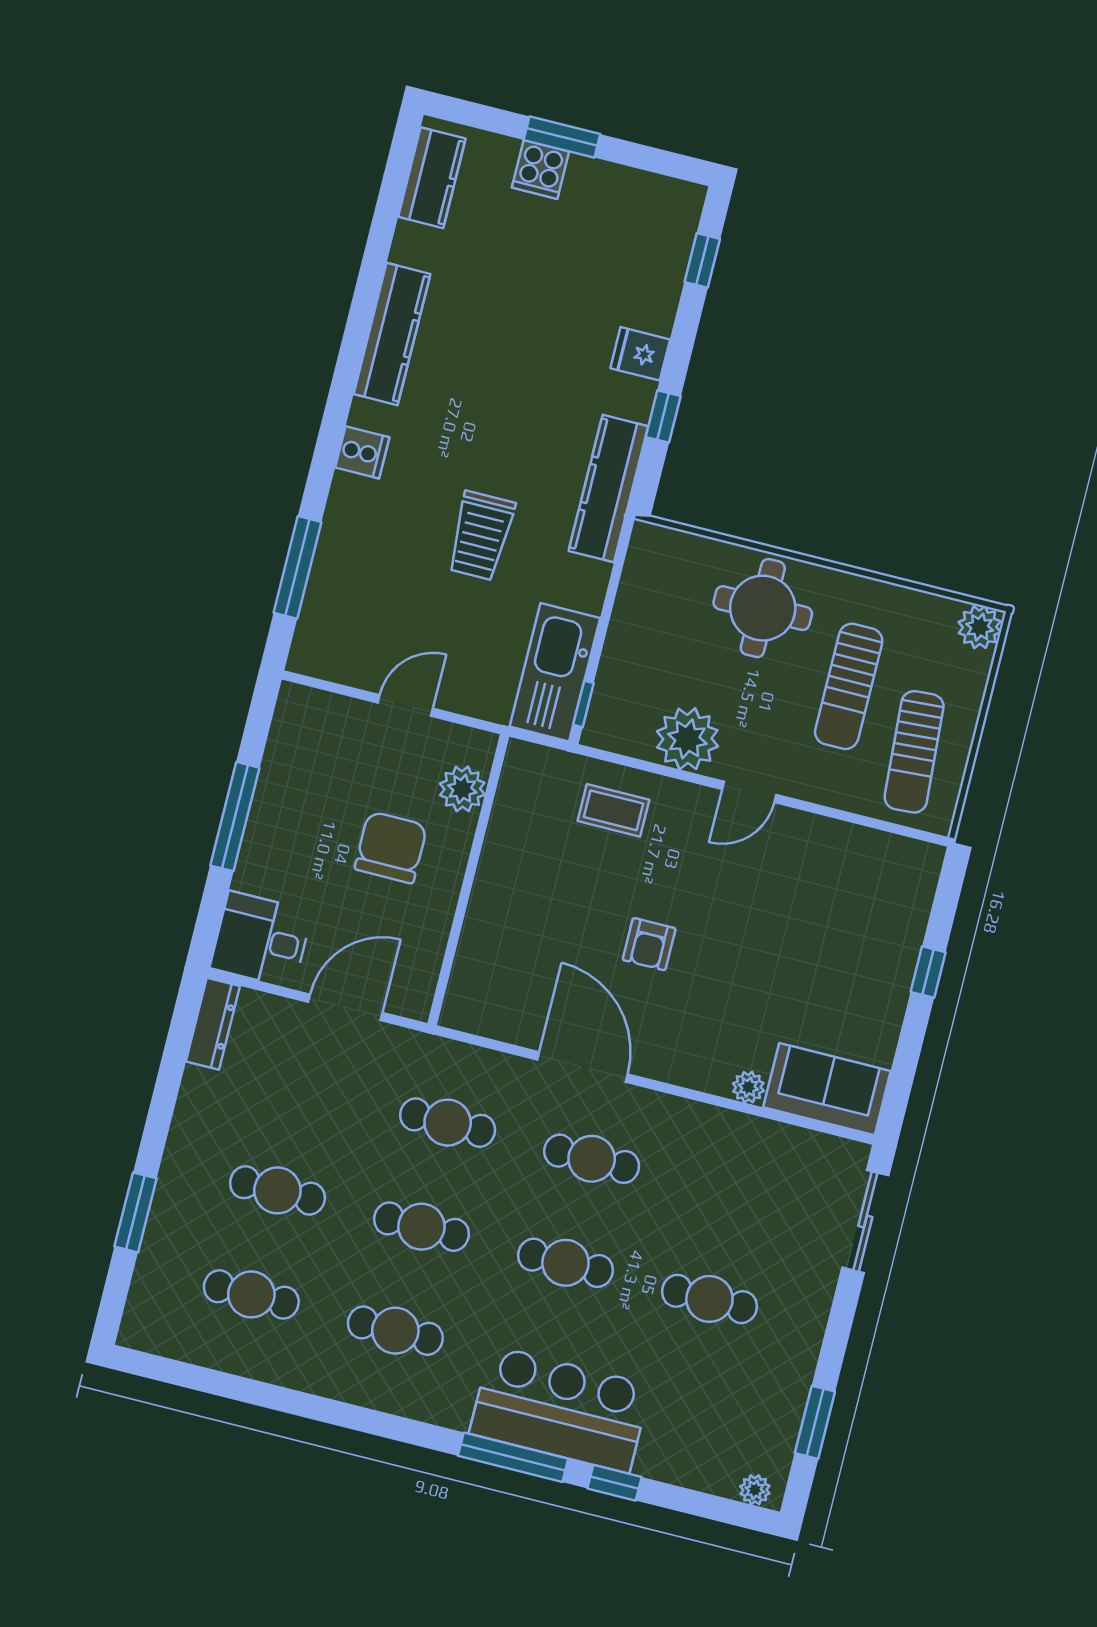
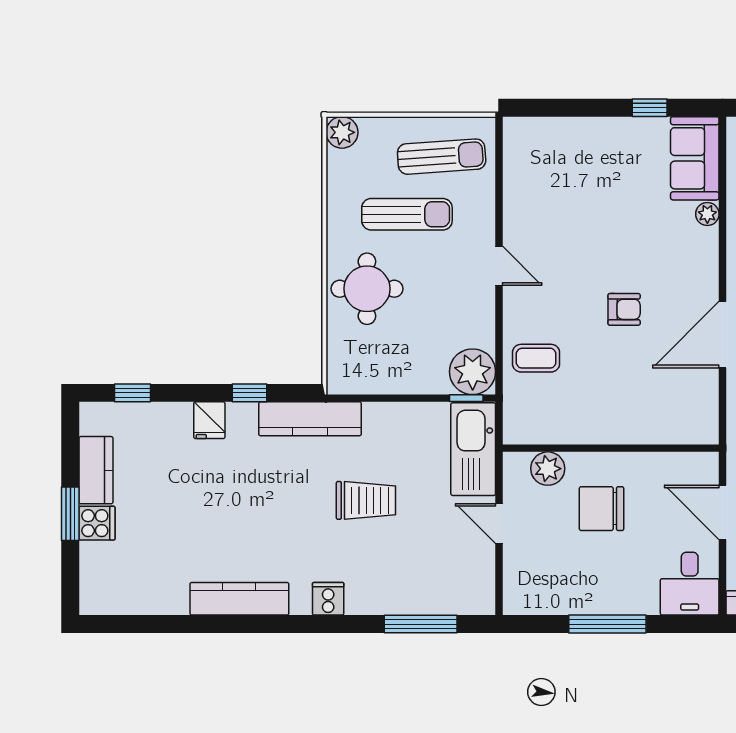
kitchen counter: (432, 178) -> (96, 470), moved, turned 90
kitchen sink: (555, 672) -> (473, 449), moved, turned 90
plant: (687, 739) -> (473, 372), moved
coffee table: (613, 810) -> (536, 358), turned 90
window: (928, 972) -> (650, 108), moved

